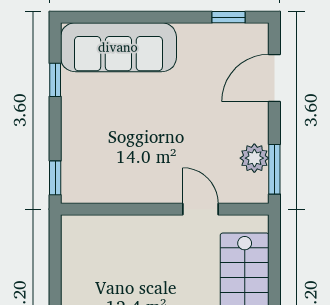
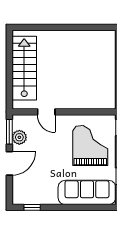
door: (274, 78) -> (9, 163), moved
grand piano: (112, 142) -> (90, 145), added

